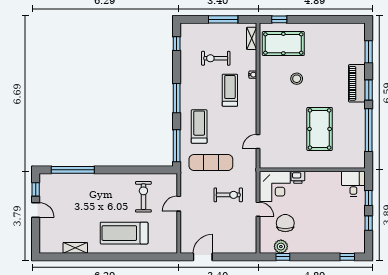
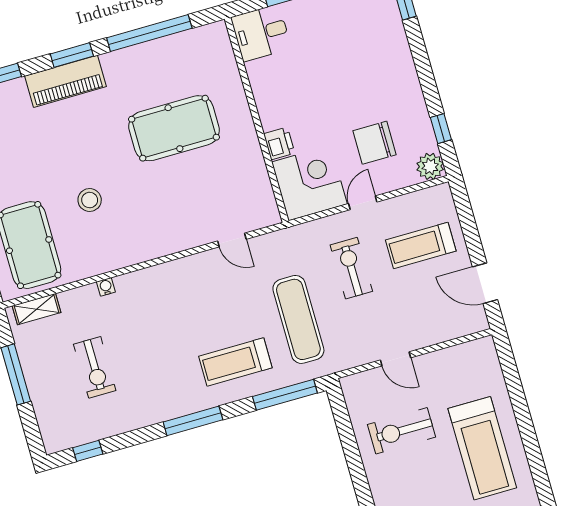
treadmill: (230, 90) -> (421, 245), moved
plant: (281, 247) -> (430, 166), moved

